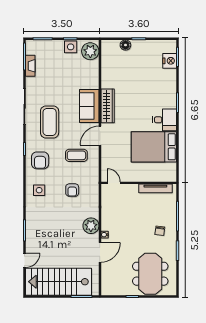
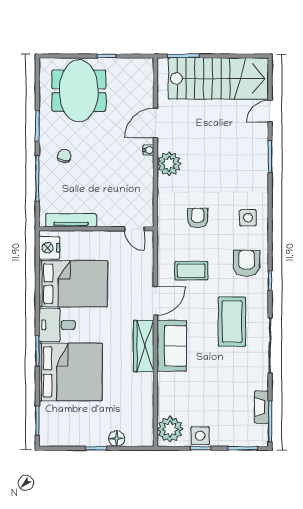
nightstand: (170, 61) -> (49, 248), moved
bed: (156, 89) -> (71, 372), added

